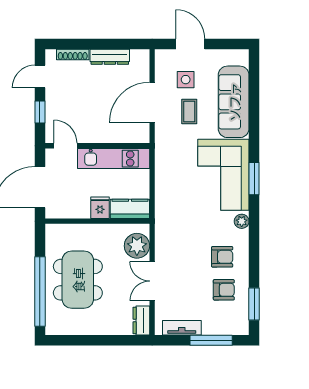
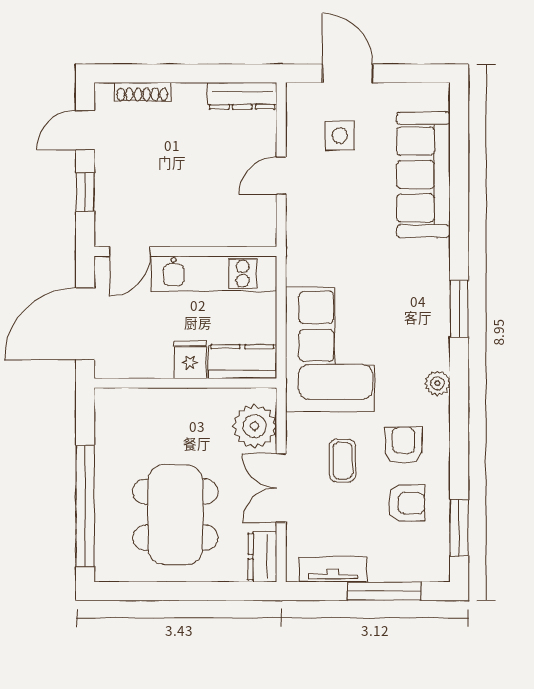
dresser: (110, 57) -> (242, 96), moved
door: (152, 102) -> (281, 176), width x0.53
coffee table: (189, 112) -> (343, 461), moved
door: (65, 146) -> (130, 251), swing flipped
corner sofa: (223, 175) -> (330, 349), moved, turned 180
armchair: (222, 257) -> (403, 445), turned -90
dining table: (78, 280) -> (175, 515), moved

